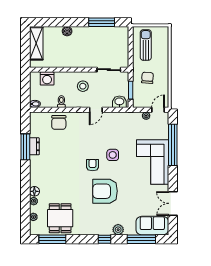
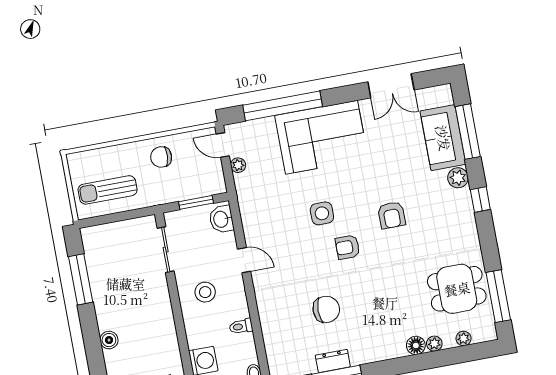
chair: (147, 78) -> (161, 157), moved
chair: (59, 122) -> (326, 309), moved
armchair: (105, 191) -> (392, 215), width x0.53, depth x0.53
sofa: (152, 226) -> (443, 138), moved

